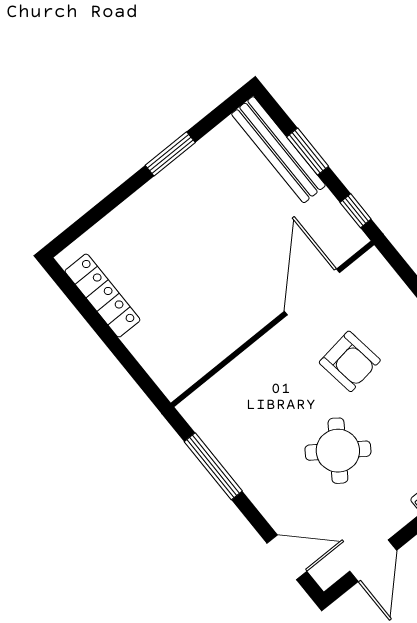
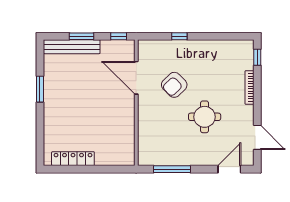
armchair: (350, 361) -> (174, 85), turned 144
round table: (338, 451) -> (205, 117), turned -35

